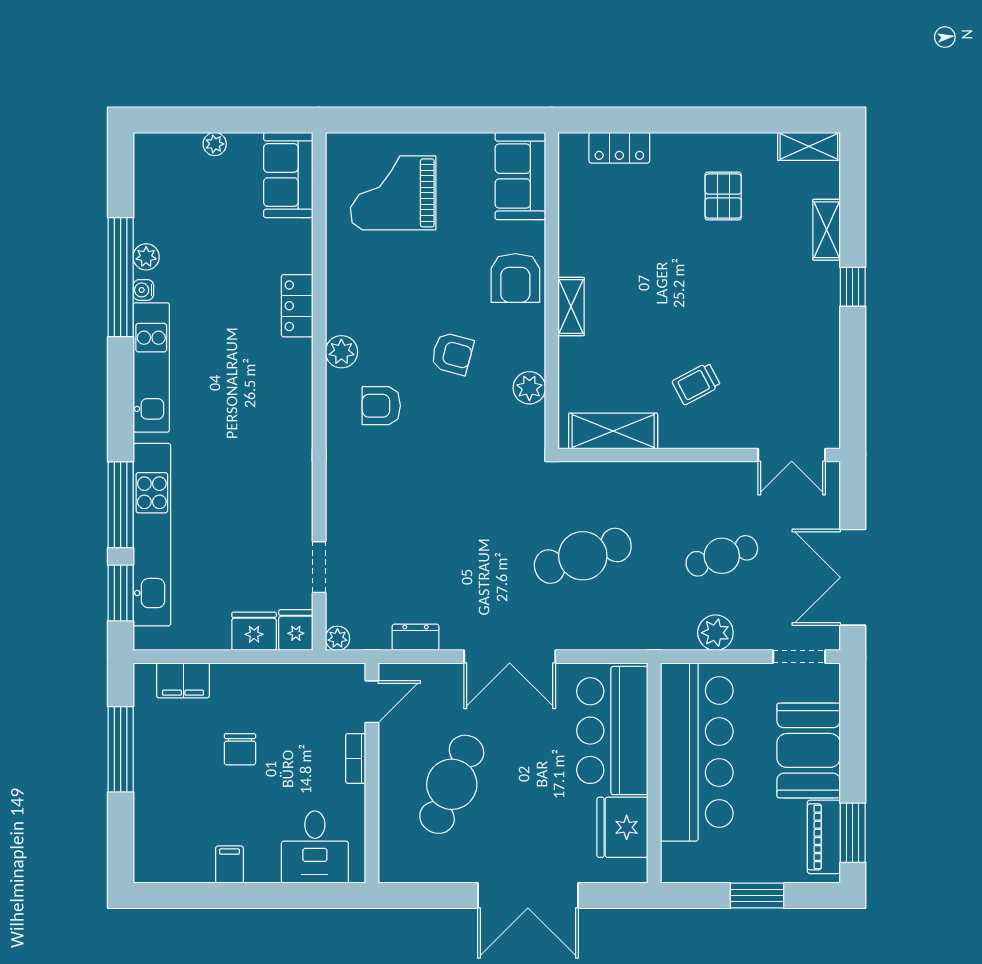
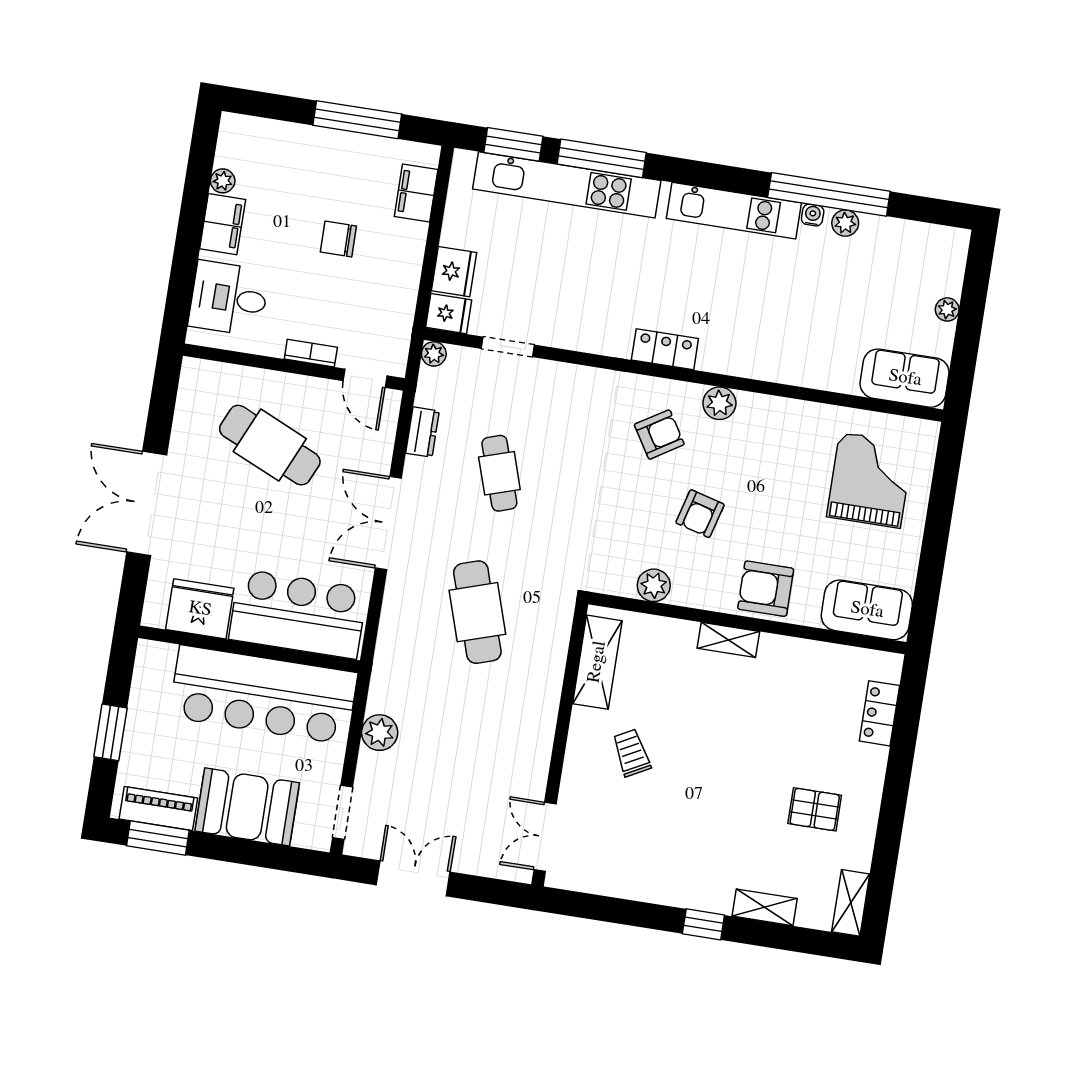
locker: (297, 306) -> (665, 349), moved
armchair: (381, 406) -> (659, 434), turned 58
cafe table: (722, 556) -> (499, 473), moved
double door: (853, 577) -> (413, 878), width x0.73
filing cabinet: (229, 865) -> (223, 224), width x2.00
plant: (201, 871) -> (223, 181), added

